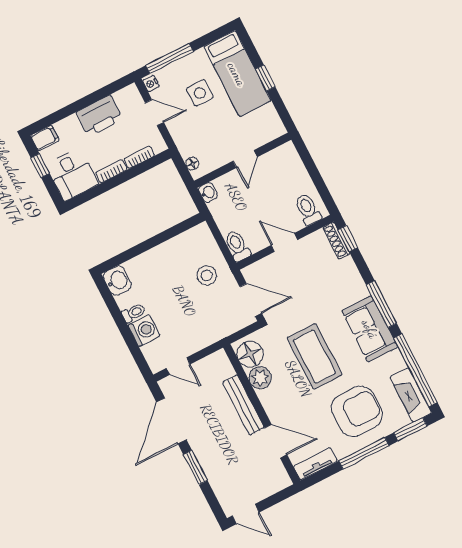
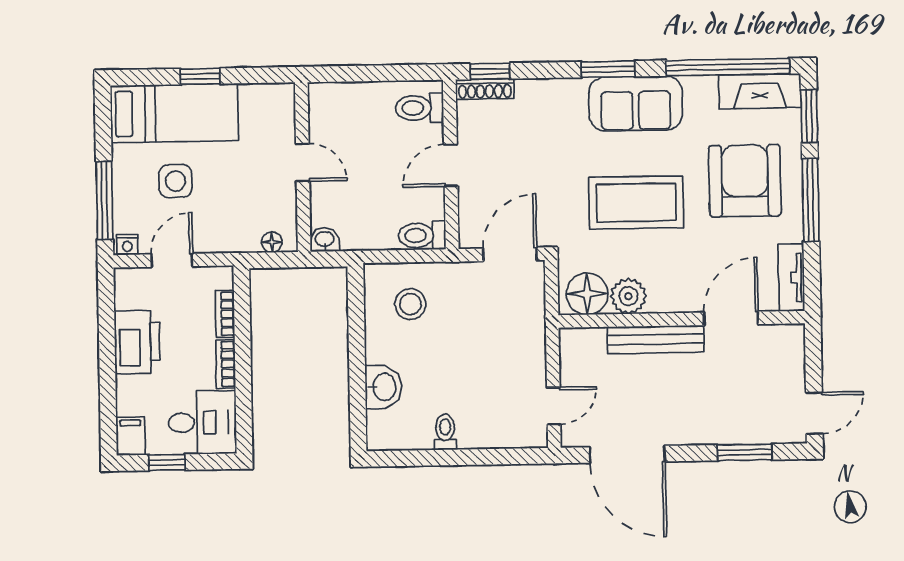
stool: (207, 275) -> (410, 304), moved
washbasin: (117, 281) -> (383, 387), moved, turned 90
window: (381, 304) -> (608, 69), width x0.69
washing machine: (144, 331) -> (478, 430), removed
window: (195, 468) -> (745, 452), moved

